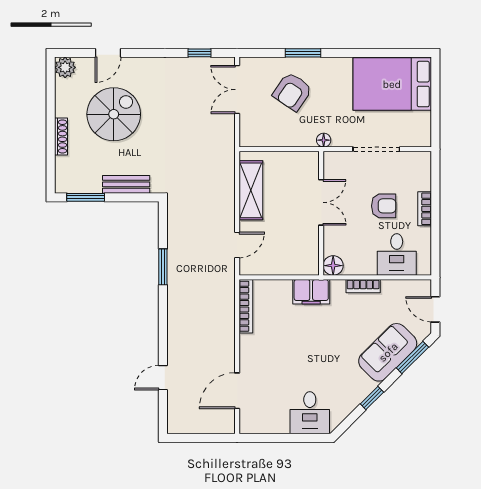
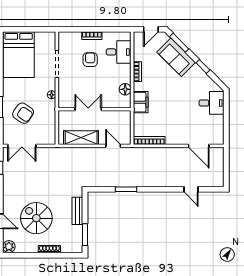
double door: (321, 202) -> (88, 109), moved
wall: (321, 213) -> (95, 109), moved

